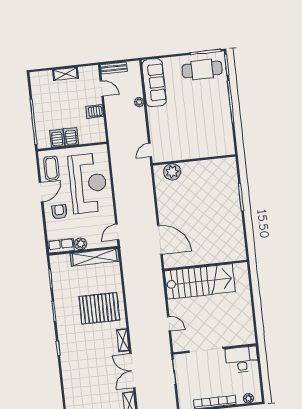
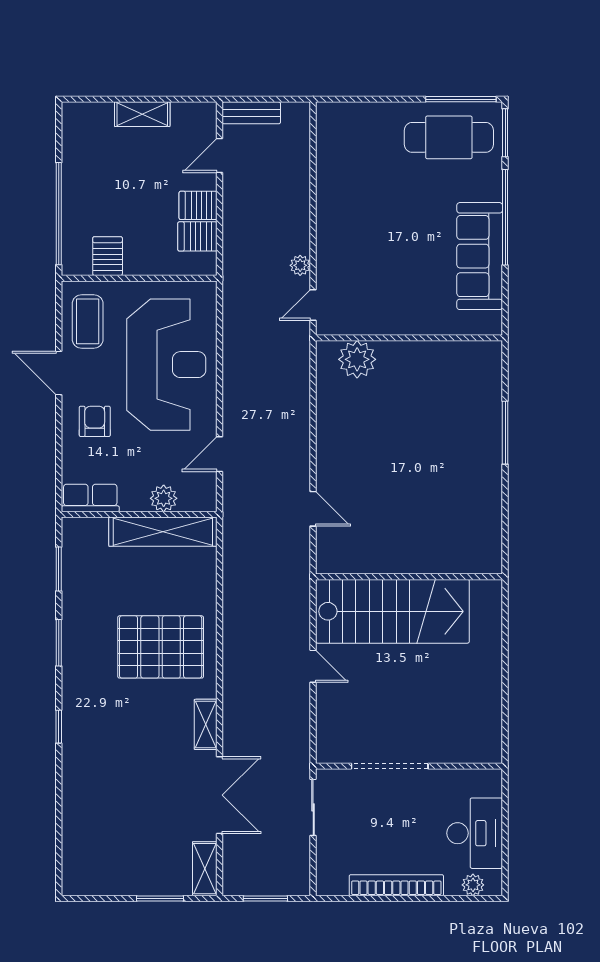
sofa: (154, 83) -> (480, 256), moved, turned 180
door: (102, 88) -> (220, 156), swing flipped
plant: (139, 102) -> (300, 265), moved
server rack: (71, 137) -> (197, 236), moved, turned -90
door: (41, 192) -> (59, 373), swing flipped
door: (117, 232) -> (220, 454), moved
door: (160, 240) -> (313, 509), width x0.53
plant: (81, 244) -> (164, 498), moved
door: (169, 324) -> (313, 666), moved
desk: (242, 360) -> (475, 833), moved, turned 90
double door: (132, 371) -> (220, 795), swing flipped

